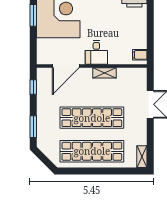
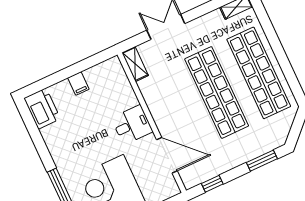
filing cabinet: (140, 55) -> (78, 83), moved
shelving: (104, 73) -> (135, 64), moved

